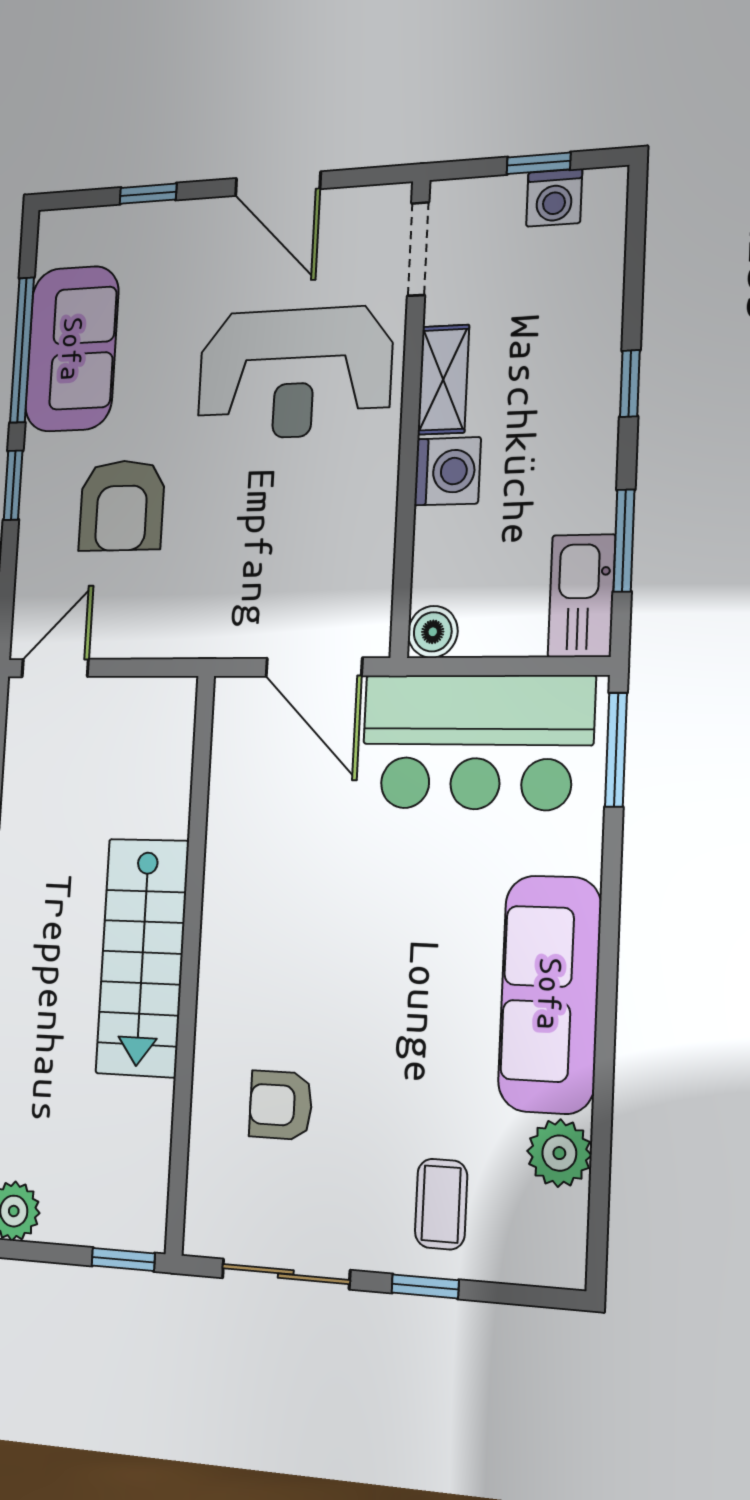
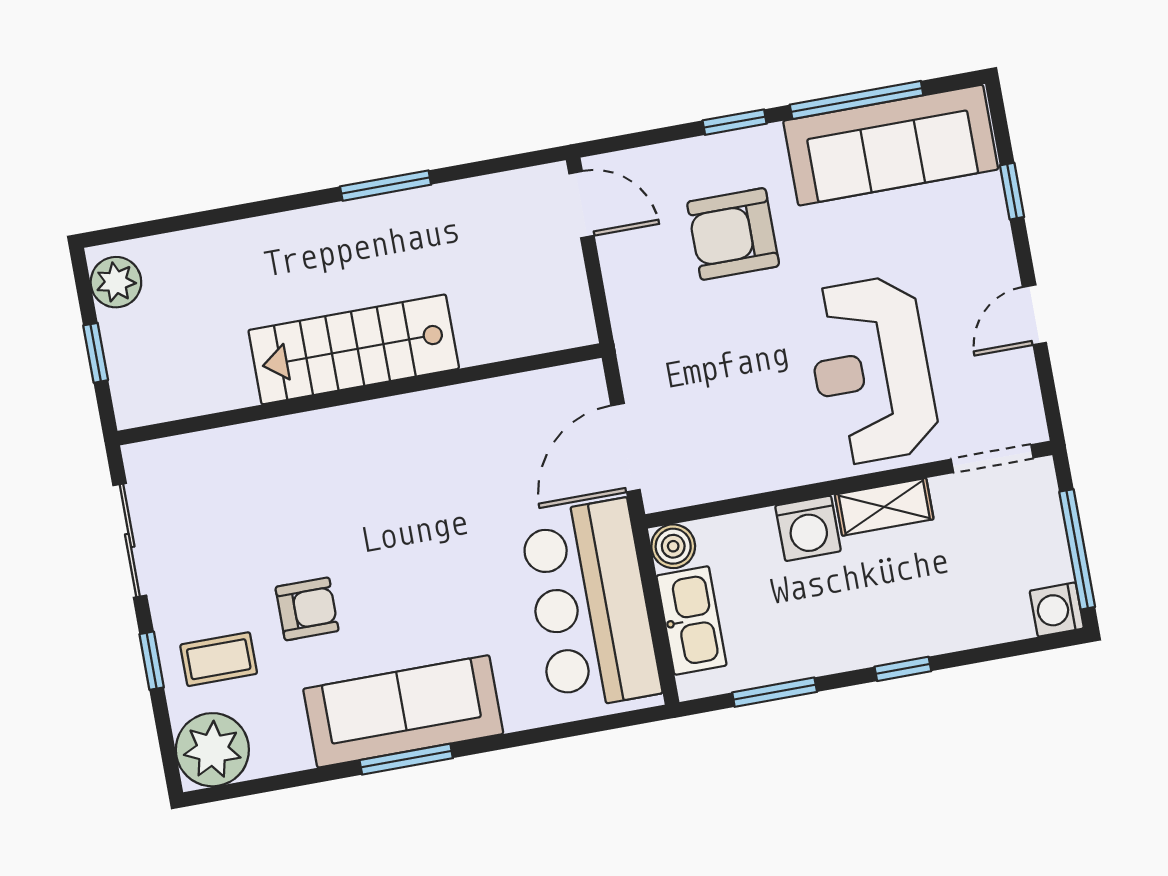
window: (539, 163) -> (1077, 549), width x2.17
door: (278, 184) -> (1034, 315), width x0.73
washing machine: (554, 198) -> (1057, 610), moved
sofa: (72, 349) -> (891, 145), width x1.36
kitchen sink: (582, 596) -> (692, 620), moved, turned 90
window: (616, 750) -> (406, 759), moved
armchair: (281, 1105) -> (307, 609), moved, turned 90
plant: (559, 1153) -> (212, 750), moved, width x1.36, depth x1.36
window: (123, 1260) -> (96, 353), moved

